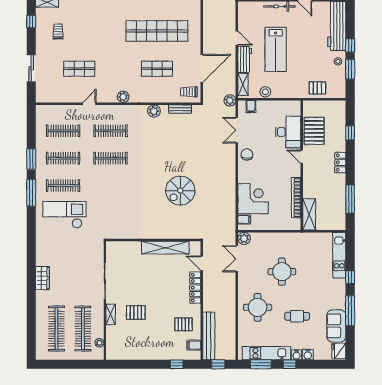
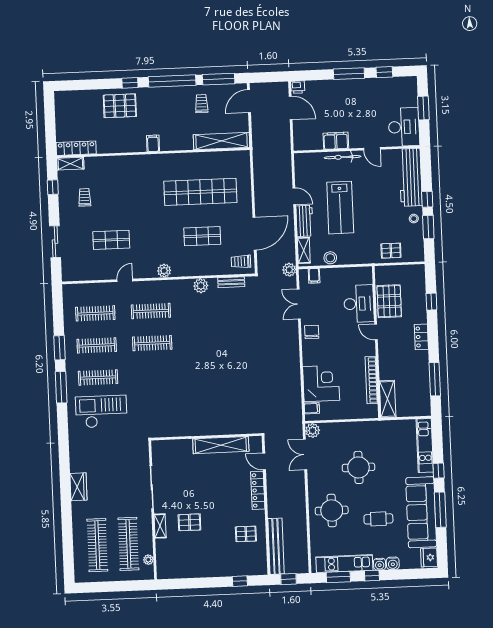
spiral stairs: (180, 191) -> (236, 378), removed
sofa: (336, 326) -> (421, 512), width x1.85, depth x1.27
filing cabinet: (194, 345) -> (259, 558), removed

